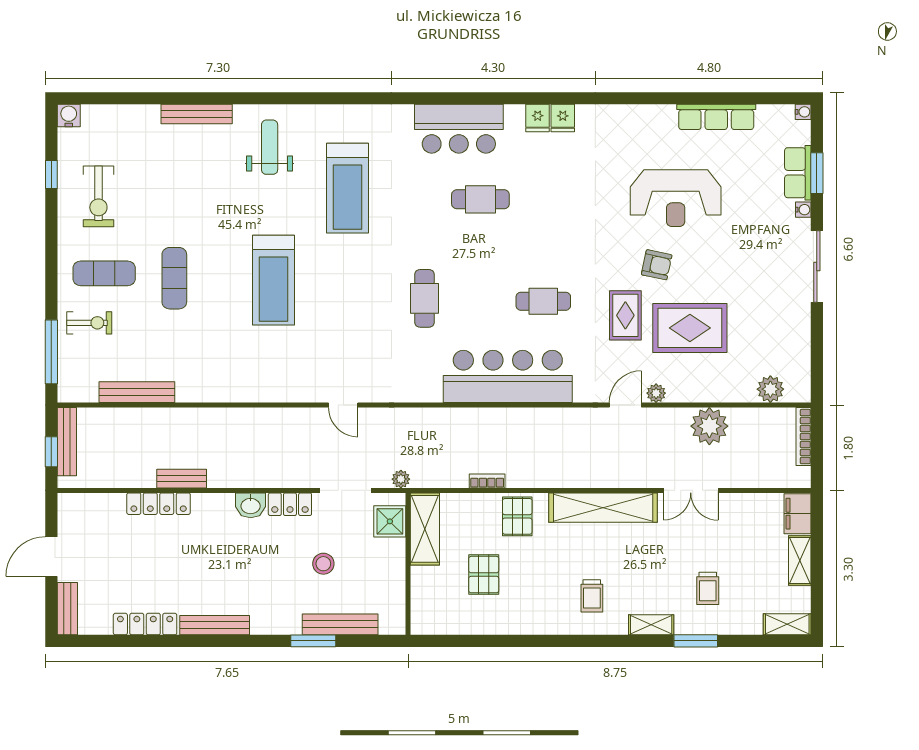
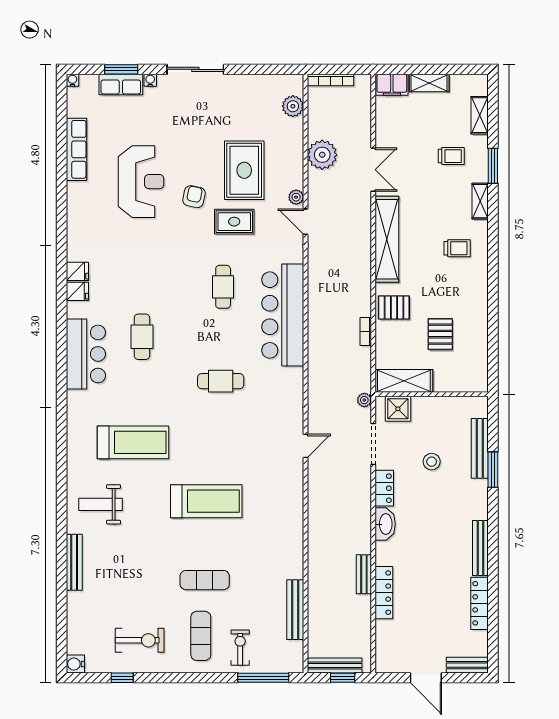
washbasin: (251, 505) -> (385, 524), width x1.38
pallet: (484, 575) -> (440, 334), turned 90
shelving: (787, 624) -> (480, 115), moved

